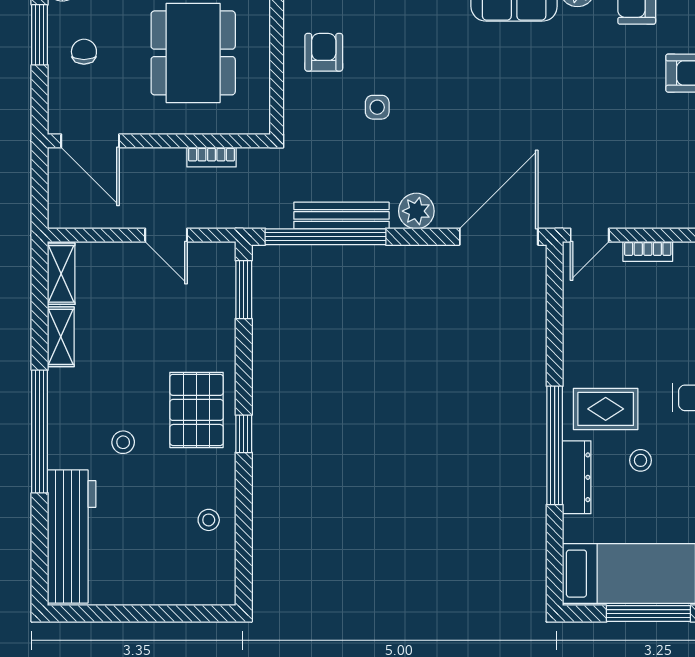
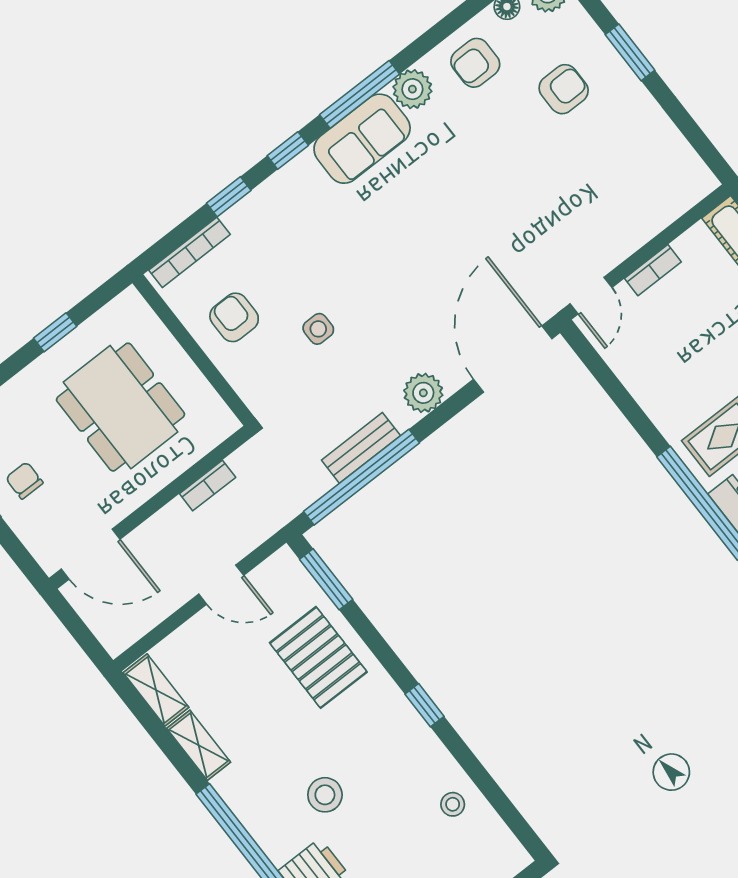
bench: (341, 215) -> (361, 448), width x0.73
pallet: (197, 410) -> (318, 657), moved
stool: (123, 442) -> (325, 795), width x1.37, depth x1.37

